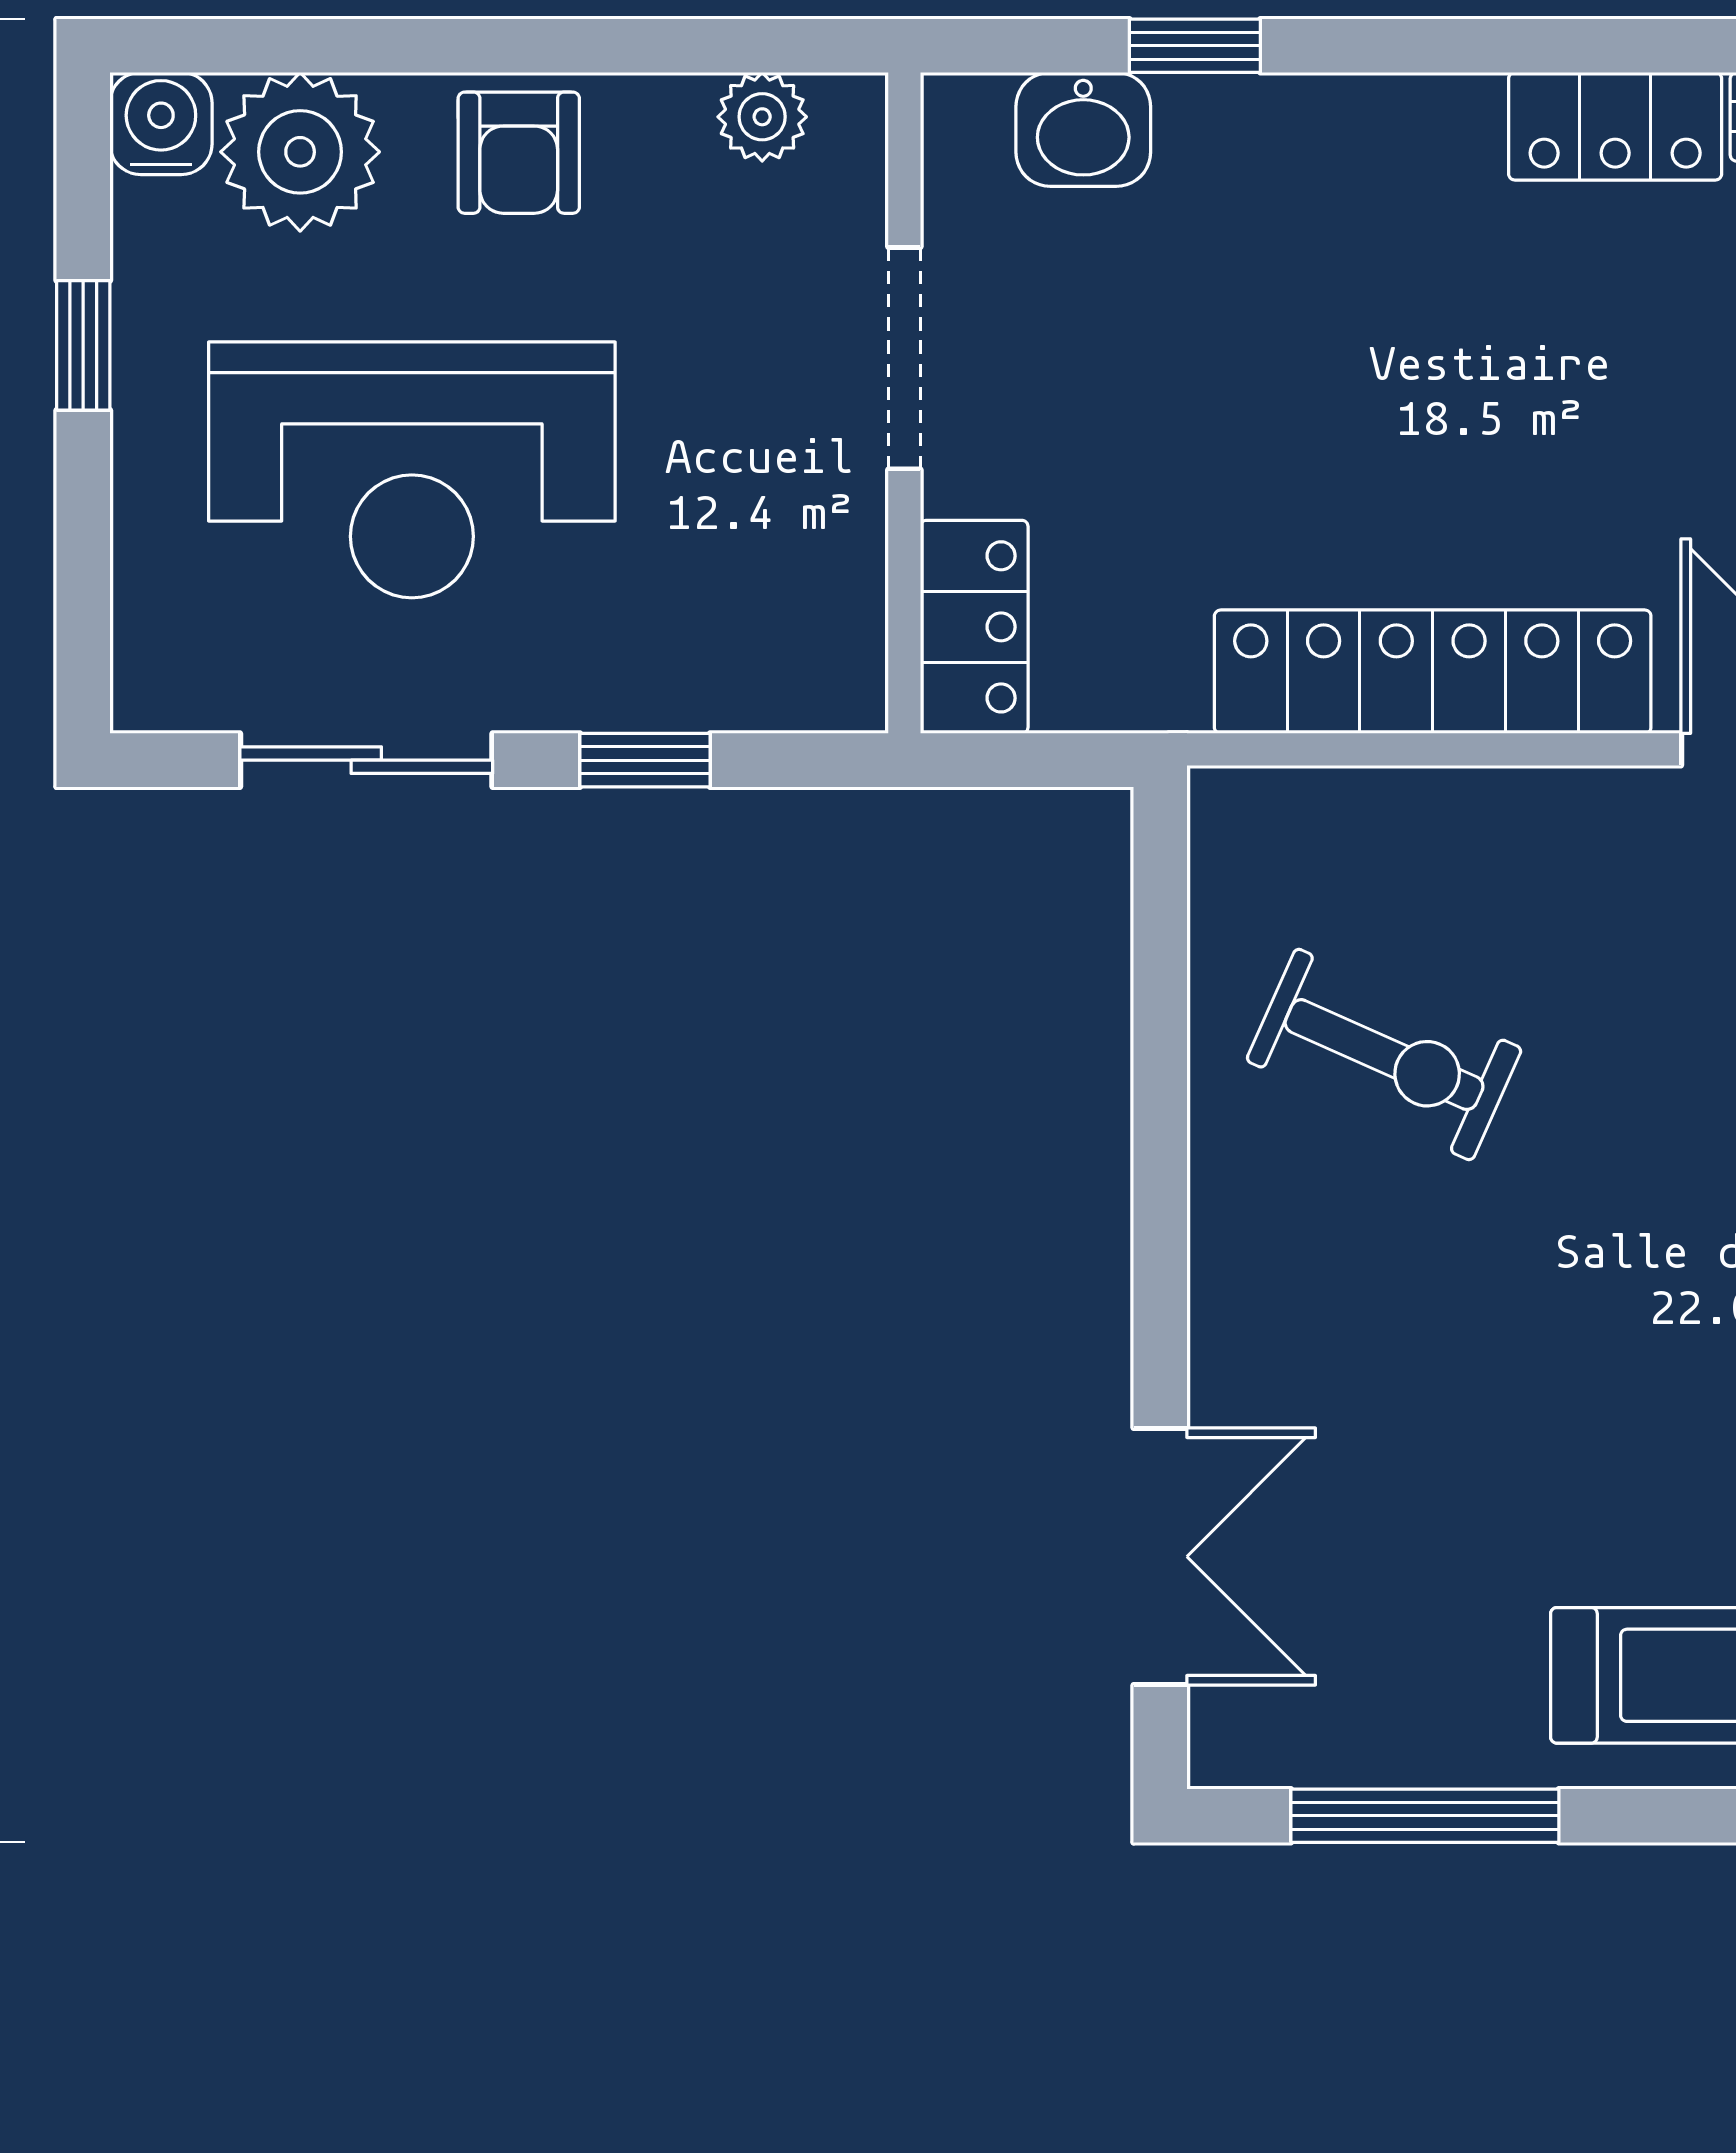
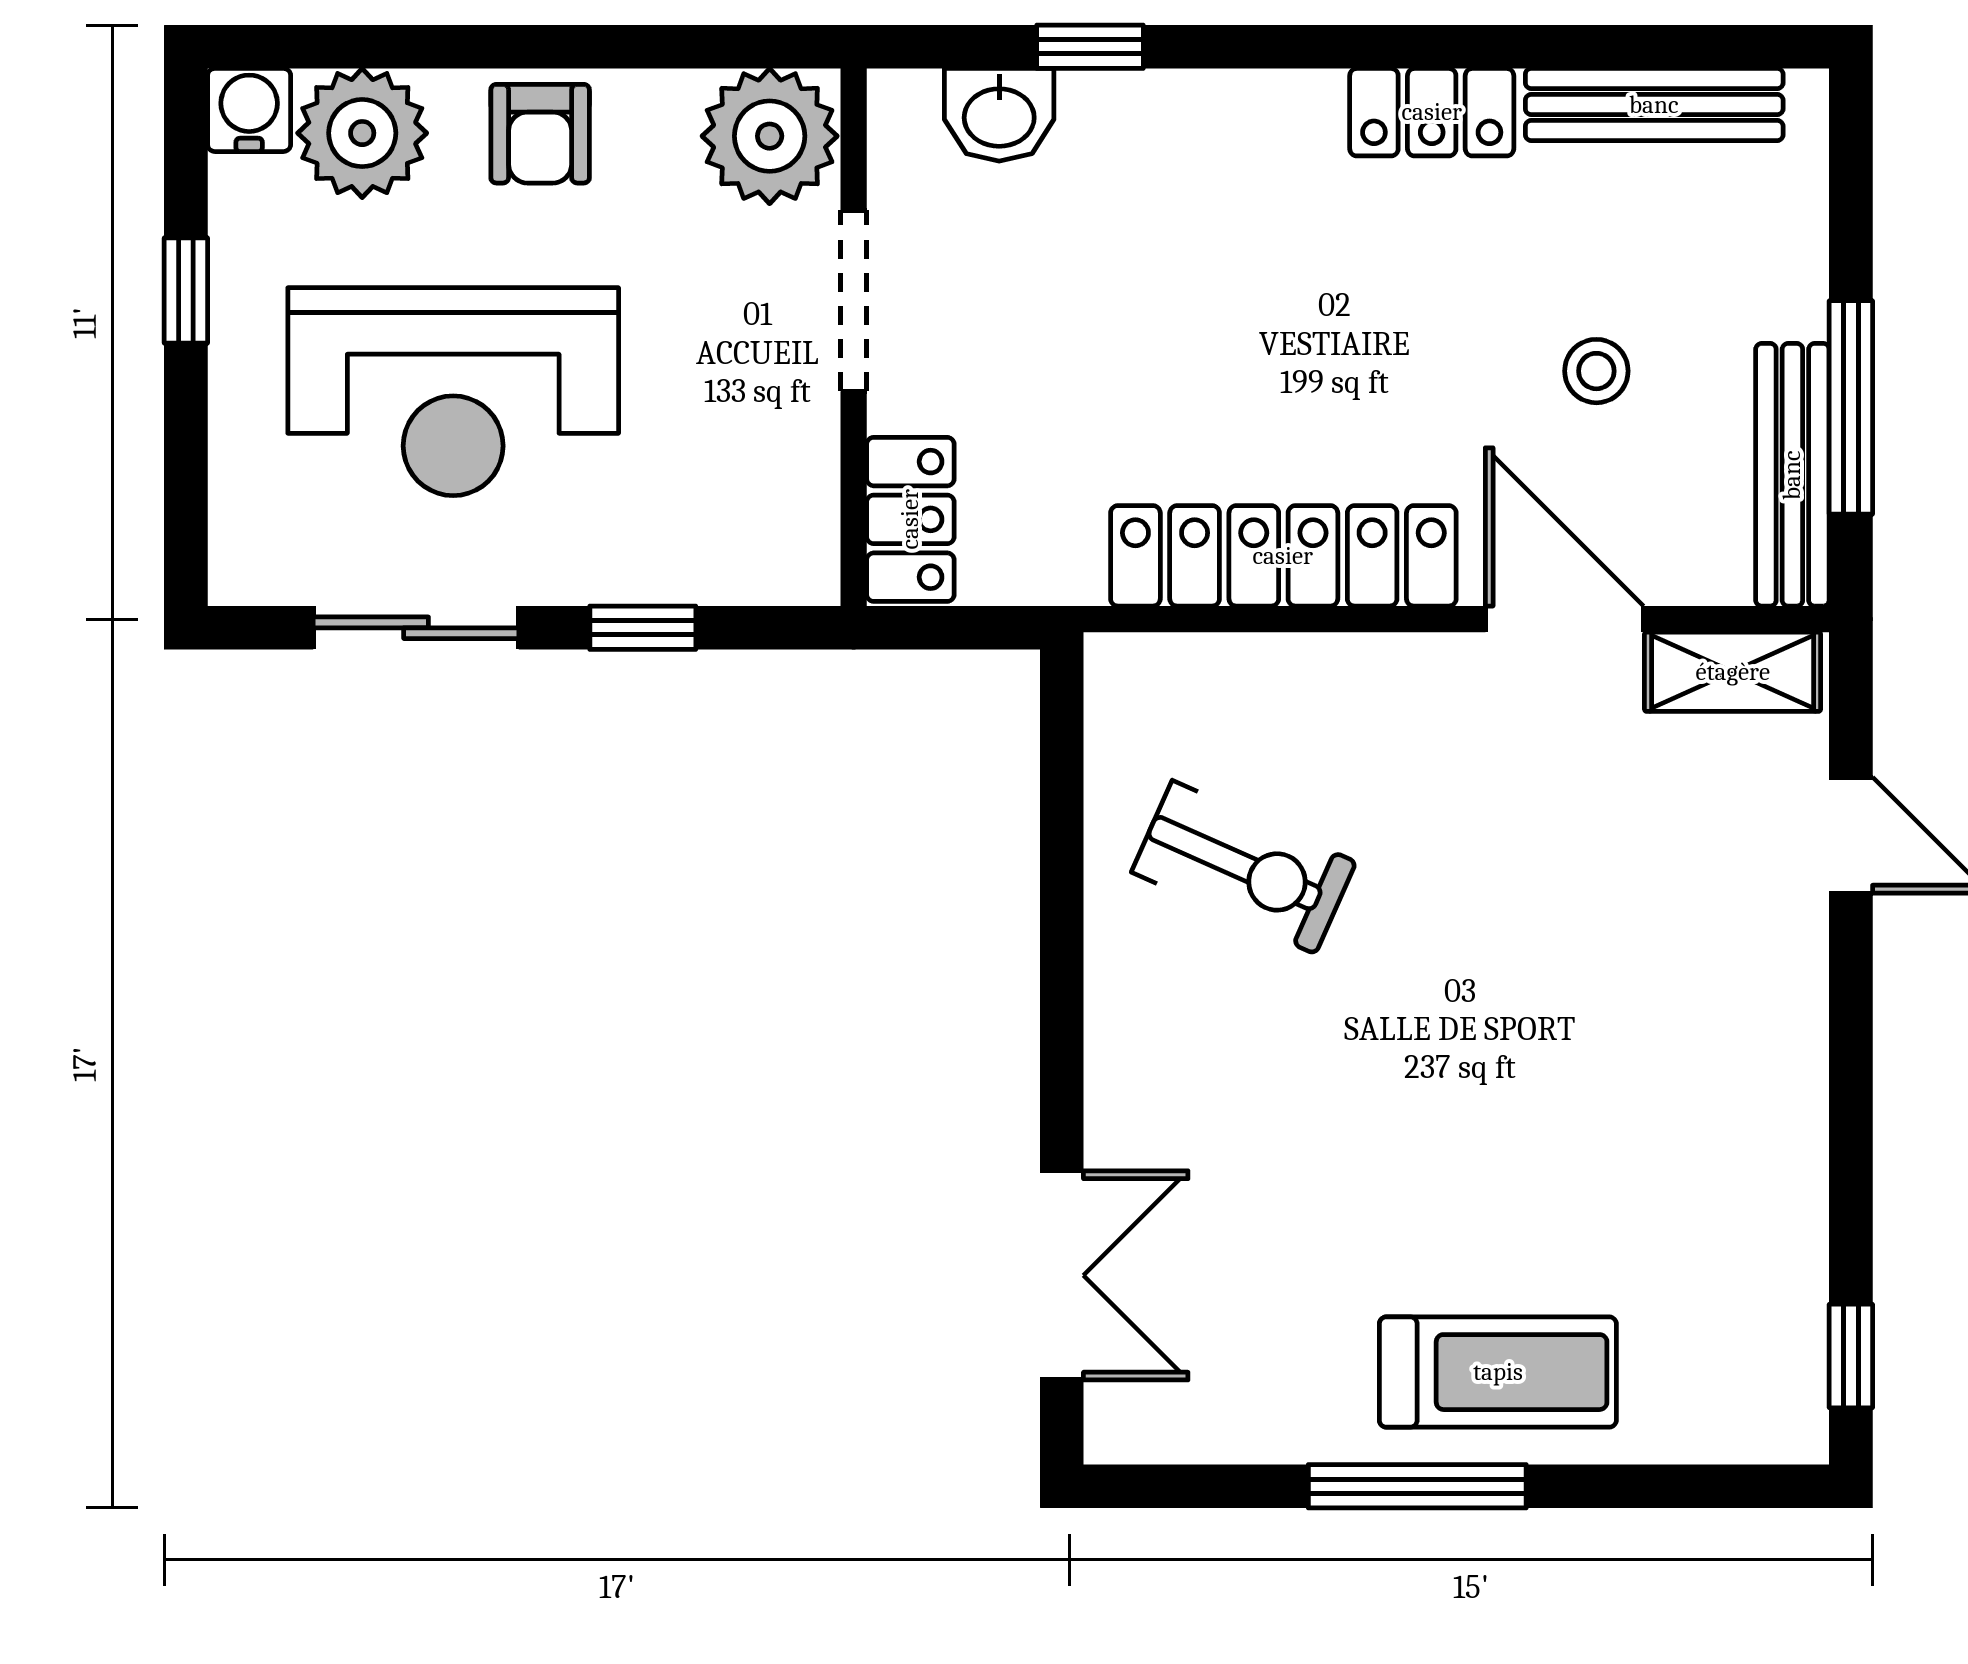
plant: (762, 117) -> (770, 136), width x1.88, depth x1.88
window: (1425, 1816) -> (1417, 1486), moved

